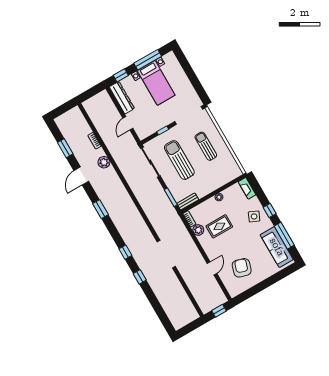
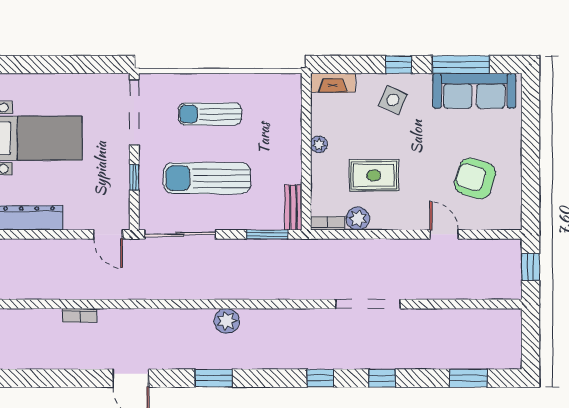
door: (128, 123) -> (108, 234), moved
window: (65, 148) -> (468, 378), moved
plant: (104, 162) -> (227, 321), moved
rug: (219, 226) -> (374, 175), turned 90

